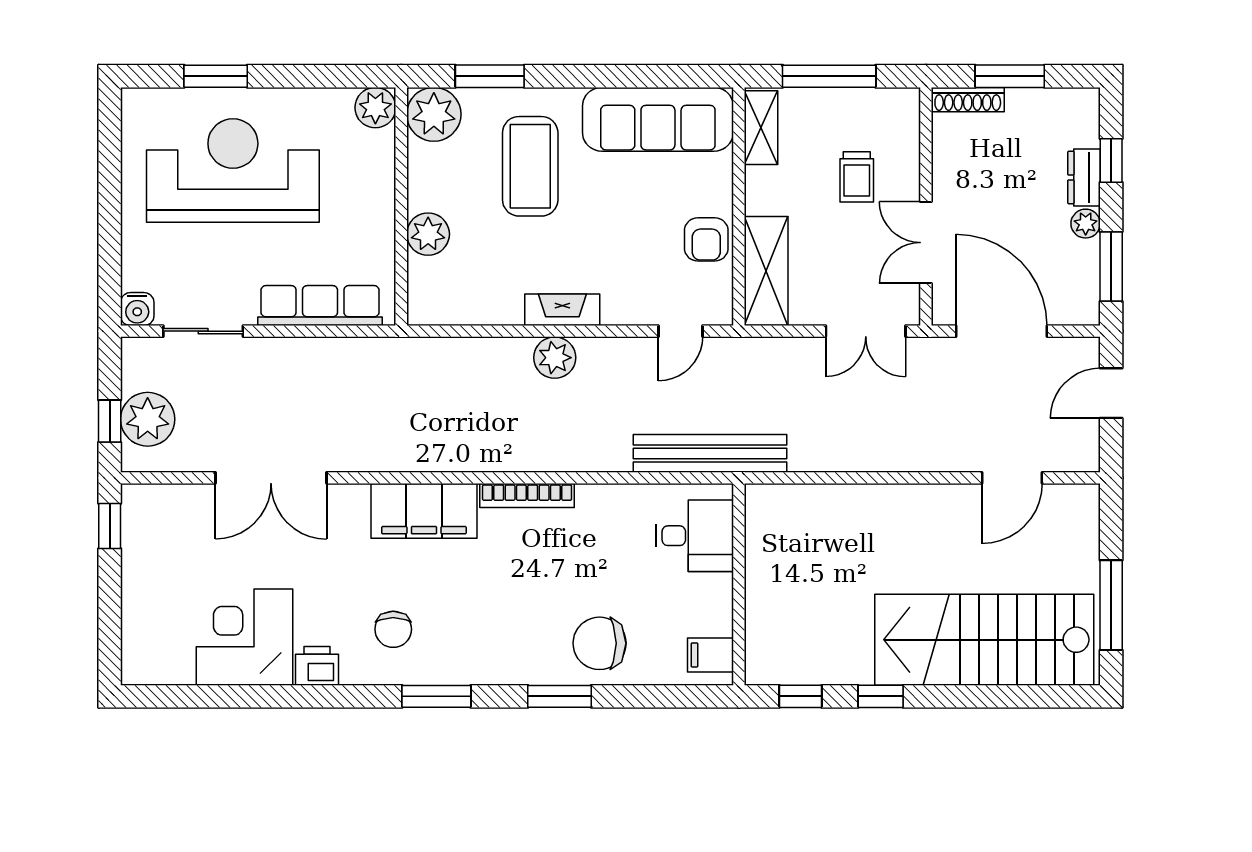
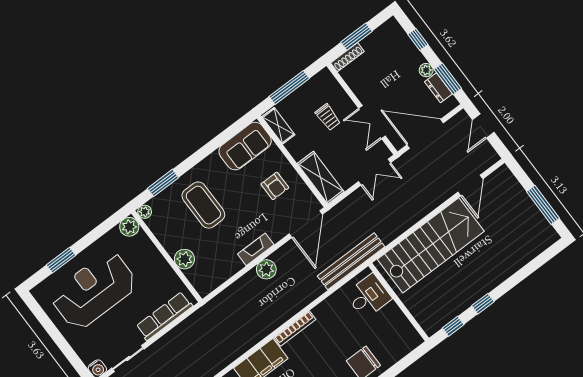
plant: (434, 114) -> (145, 212), width x0.53, depth x0.53
sofa: (658, 119) -> (245, 146), width x0.73
dresser: (1084, 177) -> (439, 88), moved
armchair: (706, 239) -> (275, 186), moved
door: (681, 331) -> (306, 224), width x1.87
stairs: (984, 640) -> (431, 245), moved, turned 180
filing cabinet: (710, 655) -> (408, 336), removed

